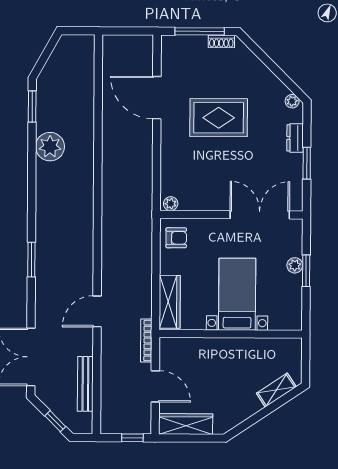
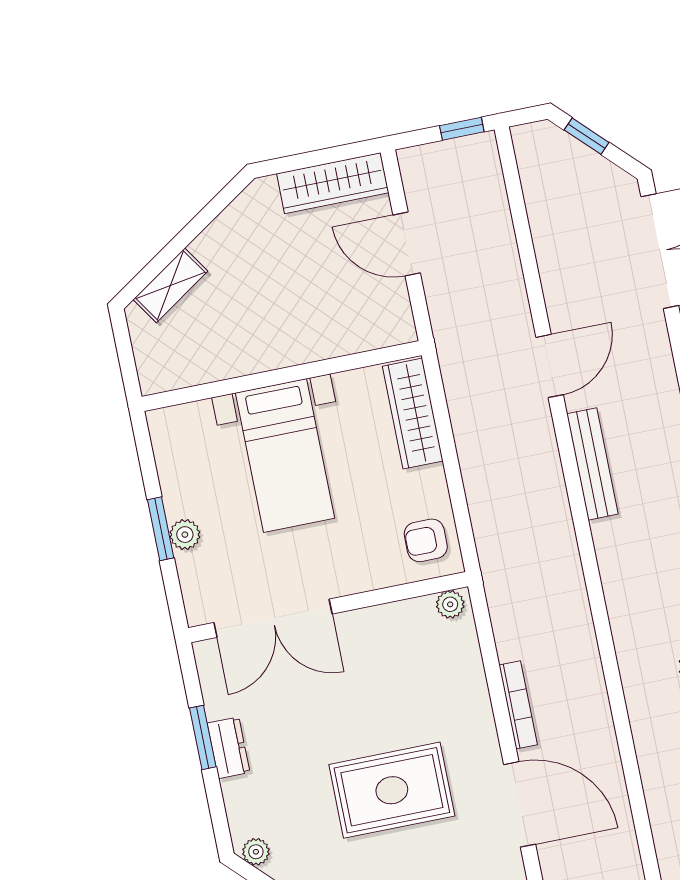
dresser: (295, 138) -> (229, 748), moved
bookcase: (146, 341) -> (518, 705), moved
bench: (85, 384) -> (592, 464), moved
window: (132, 438) -> (462, 129), moved

